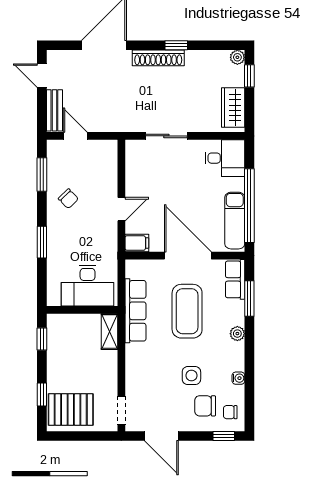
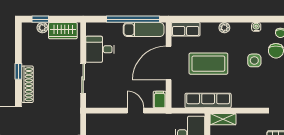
plant: (237, 57) -> (42, 28), moved
desk: (225, 158) -> (100, 49), moved, turned -90
window: (249, 298) -> (199, 19), removed

